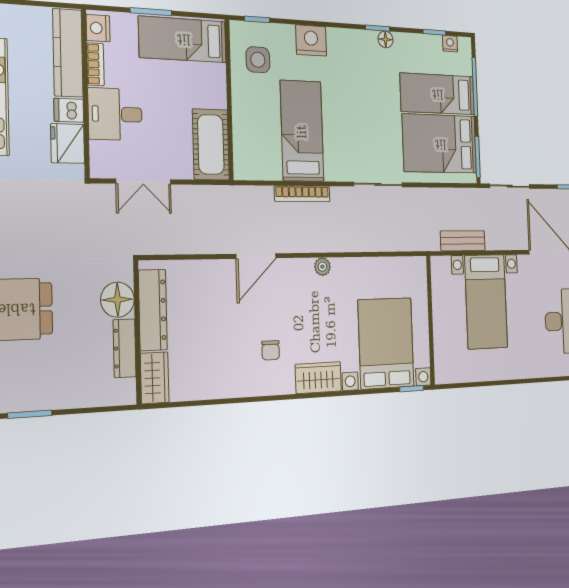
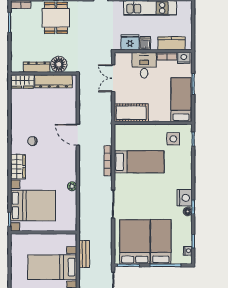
nightstand: (311, 40) -> (185, 198), moved
kitchen counter: (68, 53) -> (171, 43), width x0.67
plant: (322, 267) -> (72, 186), moved

